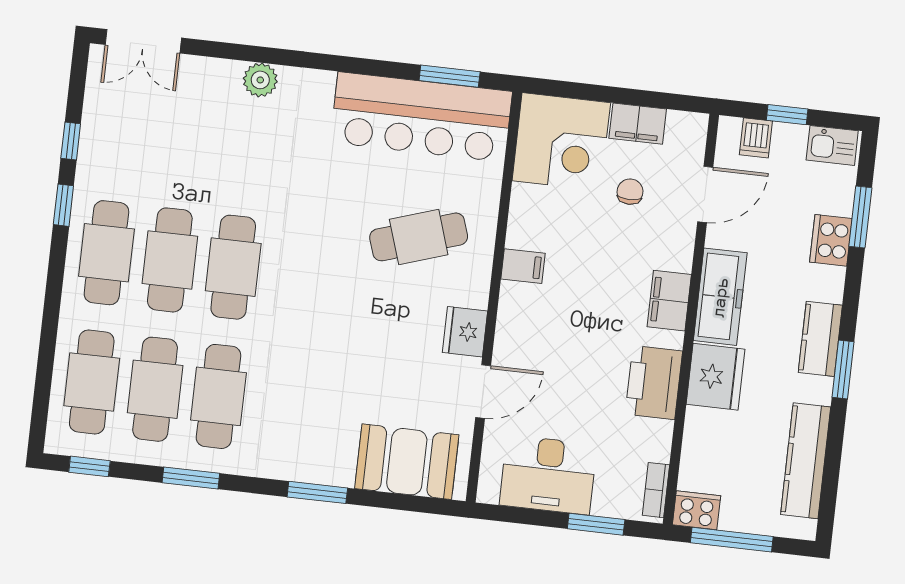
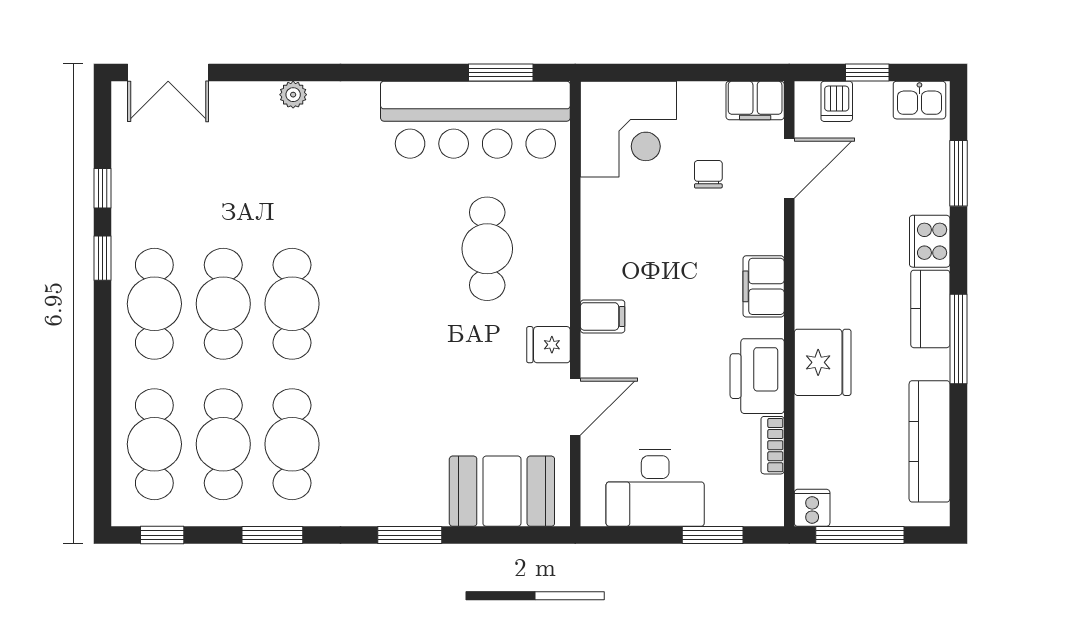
plant: (260, 80) -> (293, 95), width x0.73, depth x0.73
filing cabinet: (638, 124) -> (755, 100), moved
cafe table: (419, 237) -> (487, 249), turned -72
cooker: (831, 240) -> (930, 241), moved
filing cabinet: (523, 266) -> (603, 316), moved
freezer: (720, 297) -> (818, 276), removed
fridge: (465, 332) -> (548, 345), width x0.72
window: (843, 369) -> (958, 339), width x1.44
bookcase: (656, 490) -> (773, 445), moved
cooker: (697, 510) -> (812, 508), width x0.73

